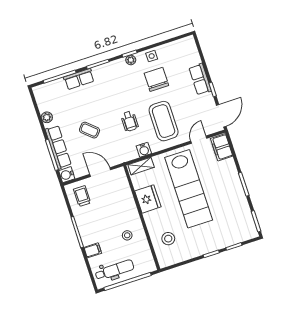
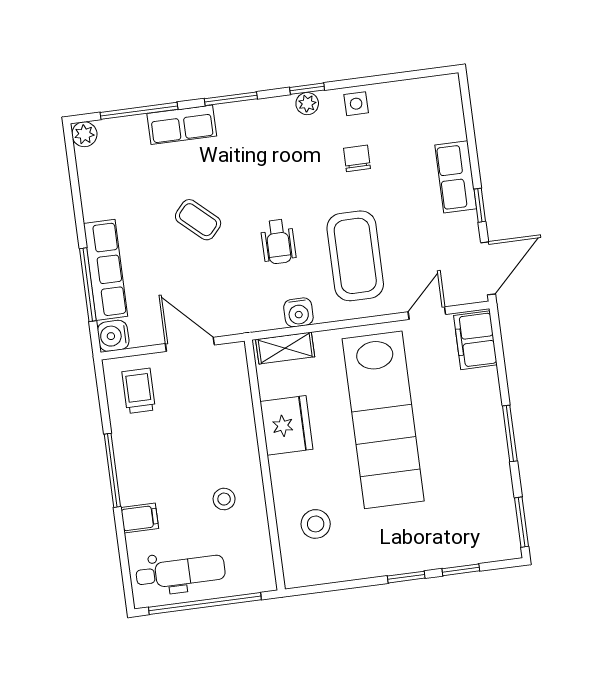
chair: (156, 79) -> (357, 158), width x0.54, depth x0.54
plant: (47, 117) -> (84, 134), moved
coffee table: (89, 130) -> (198, 220), moved

